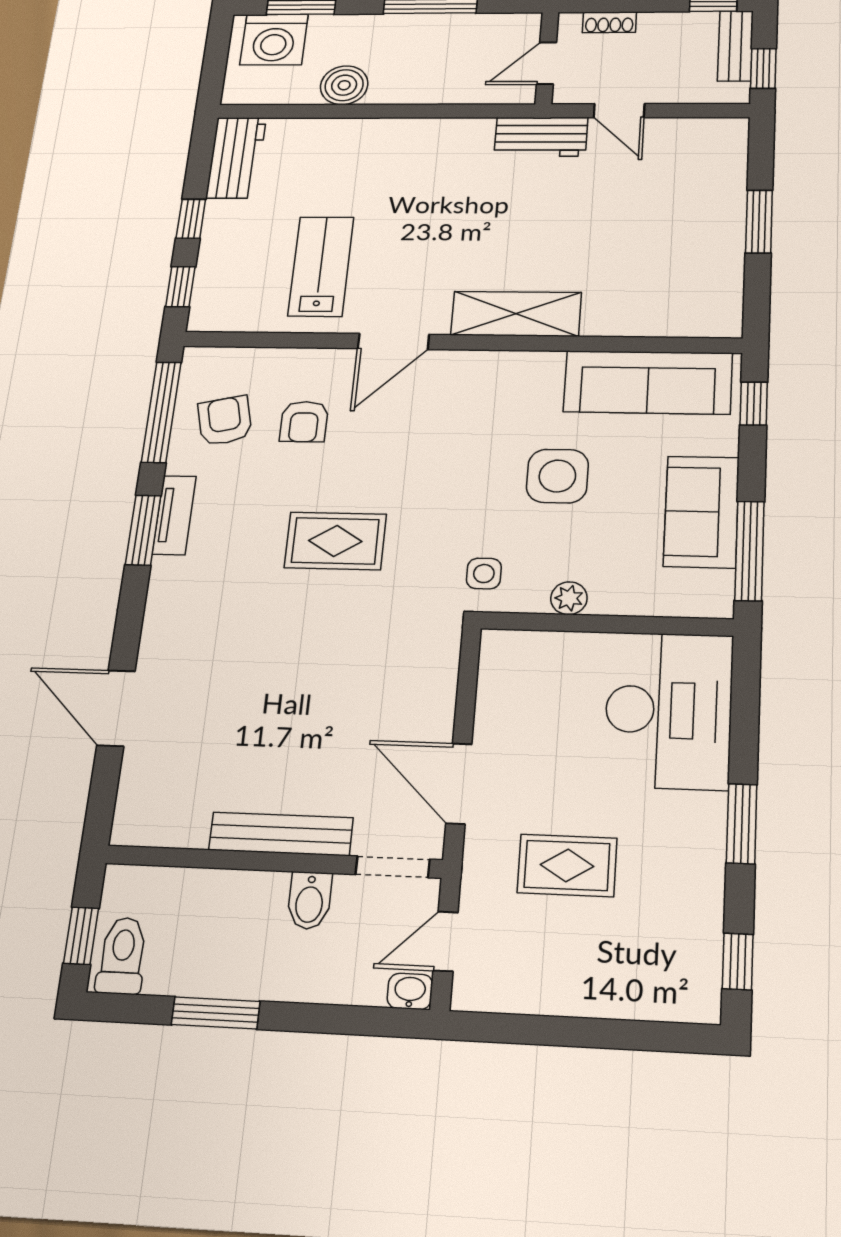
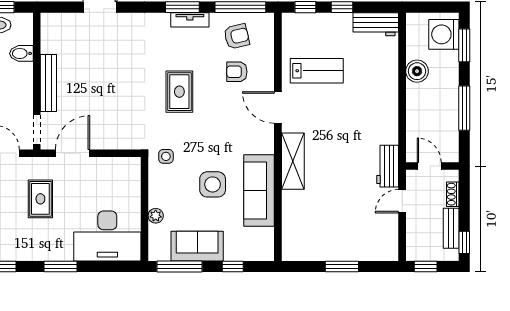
bench: (735, 46) -> (451, 228), moved, turned 90
sofa: (648, 382) -> (259, 191), moved
window: (754, 404) -> (233, 267), moved
plant: (569, 598) -> (156, 216), moved
bidet: (309, 901) -> (21, 53), moved

